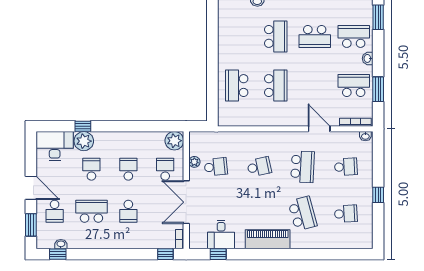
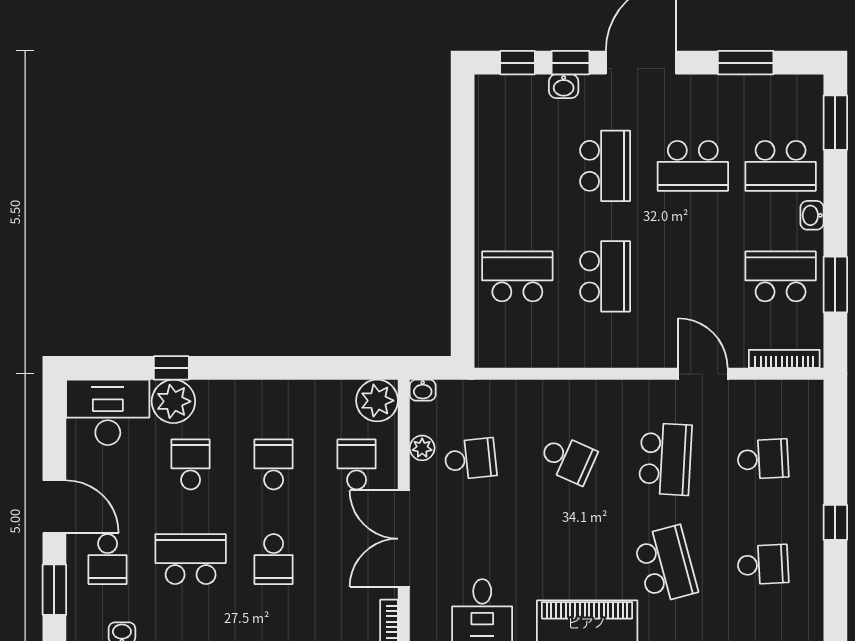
school desk: (354, 36) -> (781, 166), turned 180
school desk: (237, 86) -> (517, 276), turned 90
washbasin: (365, 136) -> (423, 390), moved
school desk: (259, 167) -> (568, 459), turned 36

